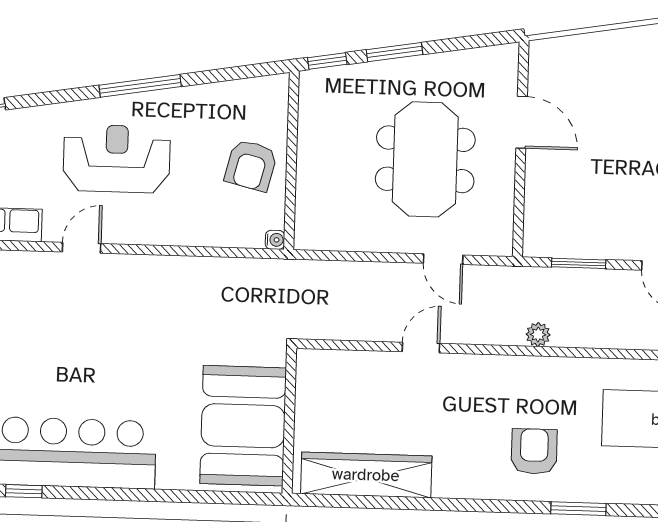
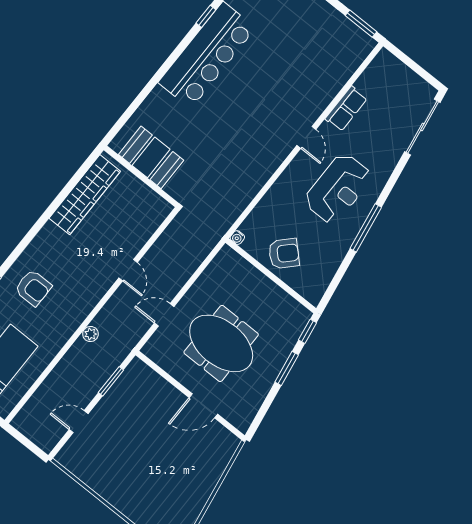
armchair: (251, 165) -> (284, 254), turned 120
booth: (243, 426) -> (151, 157), width x0.73, depth x0.70

